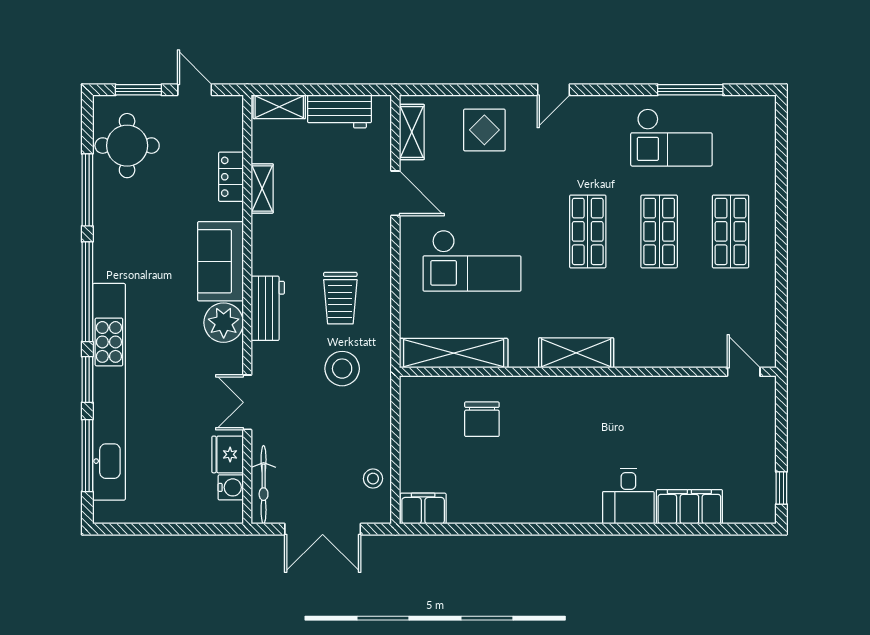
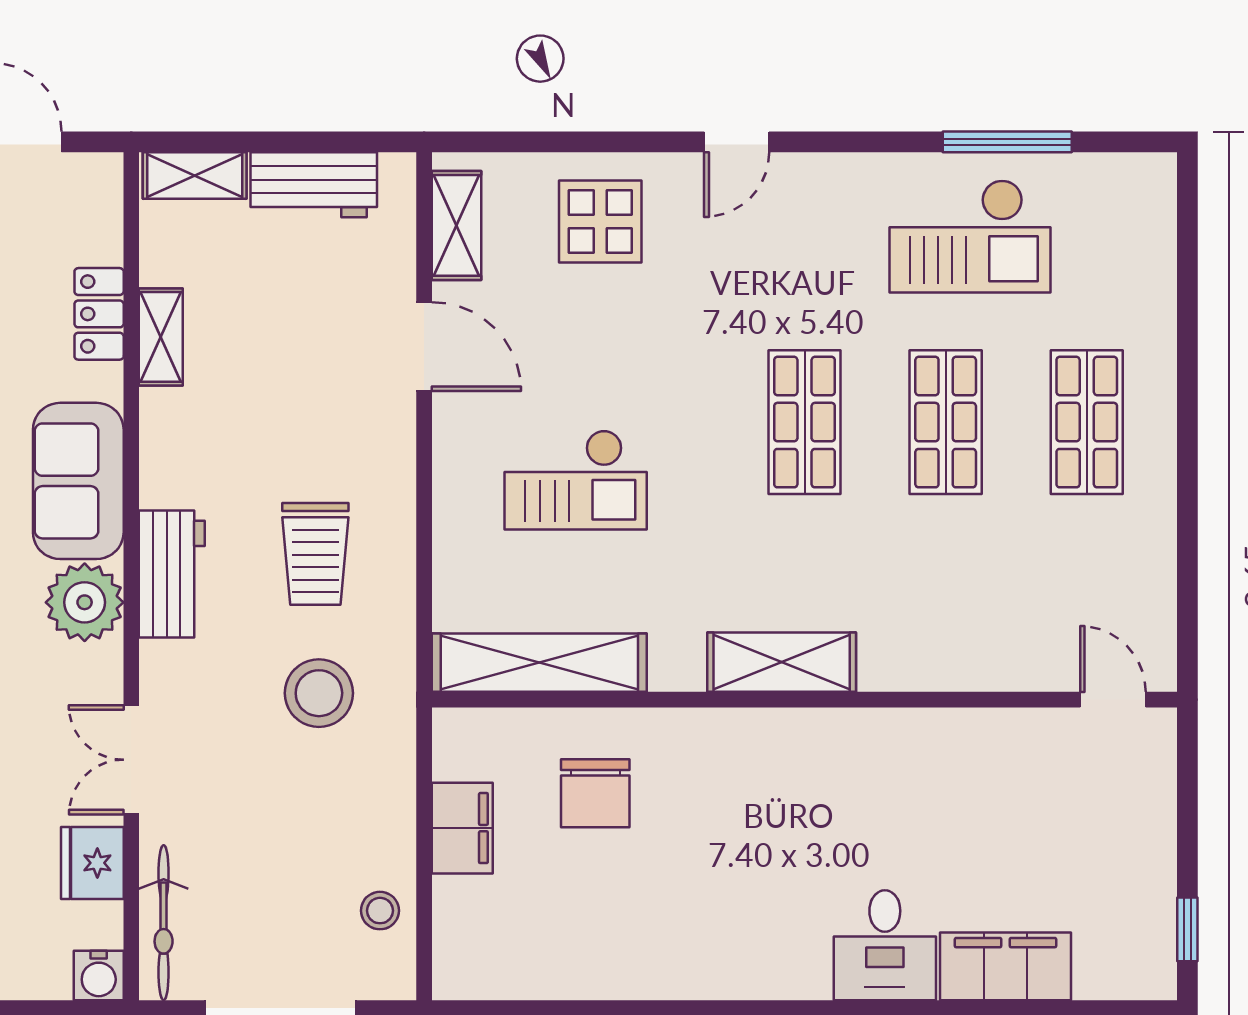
checkout: (472, 261) -> (576, 480), width x0.73, depth x0.83
water cooler: (231, 487) -> (99, 975), moved, turned 90
filing cabinet: (423, 509) -> (462, 828), moved, turned 90

